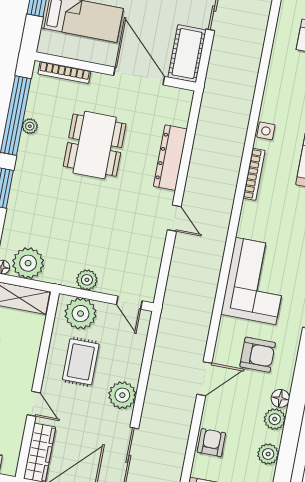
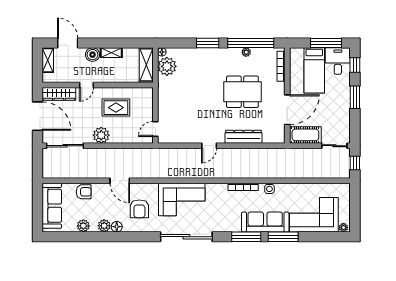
plant: (87, 280) -> (164, 102), removed
plant: (80, 314) -> (144, 102), removed

